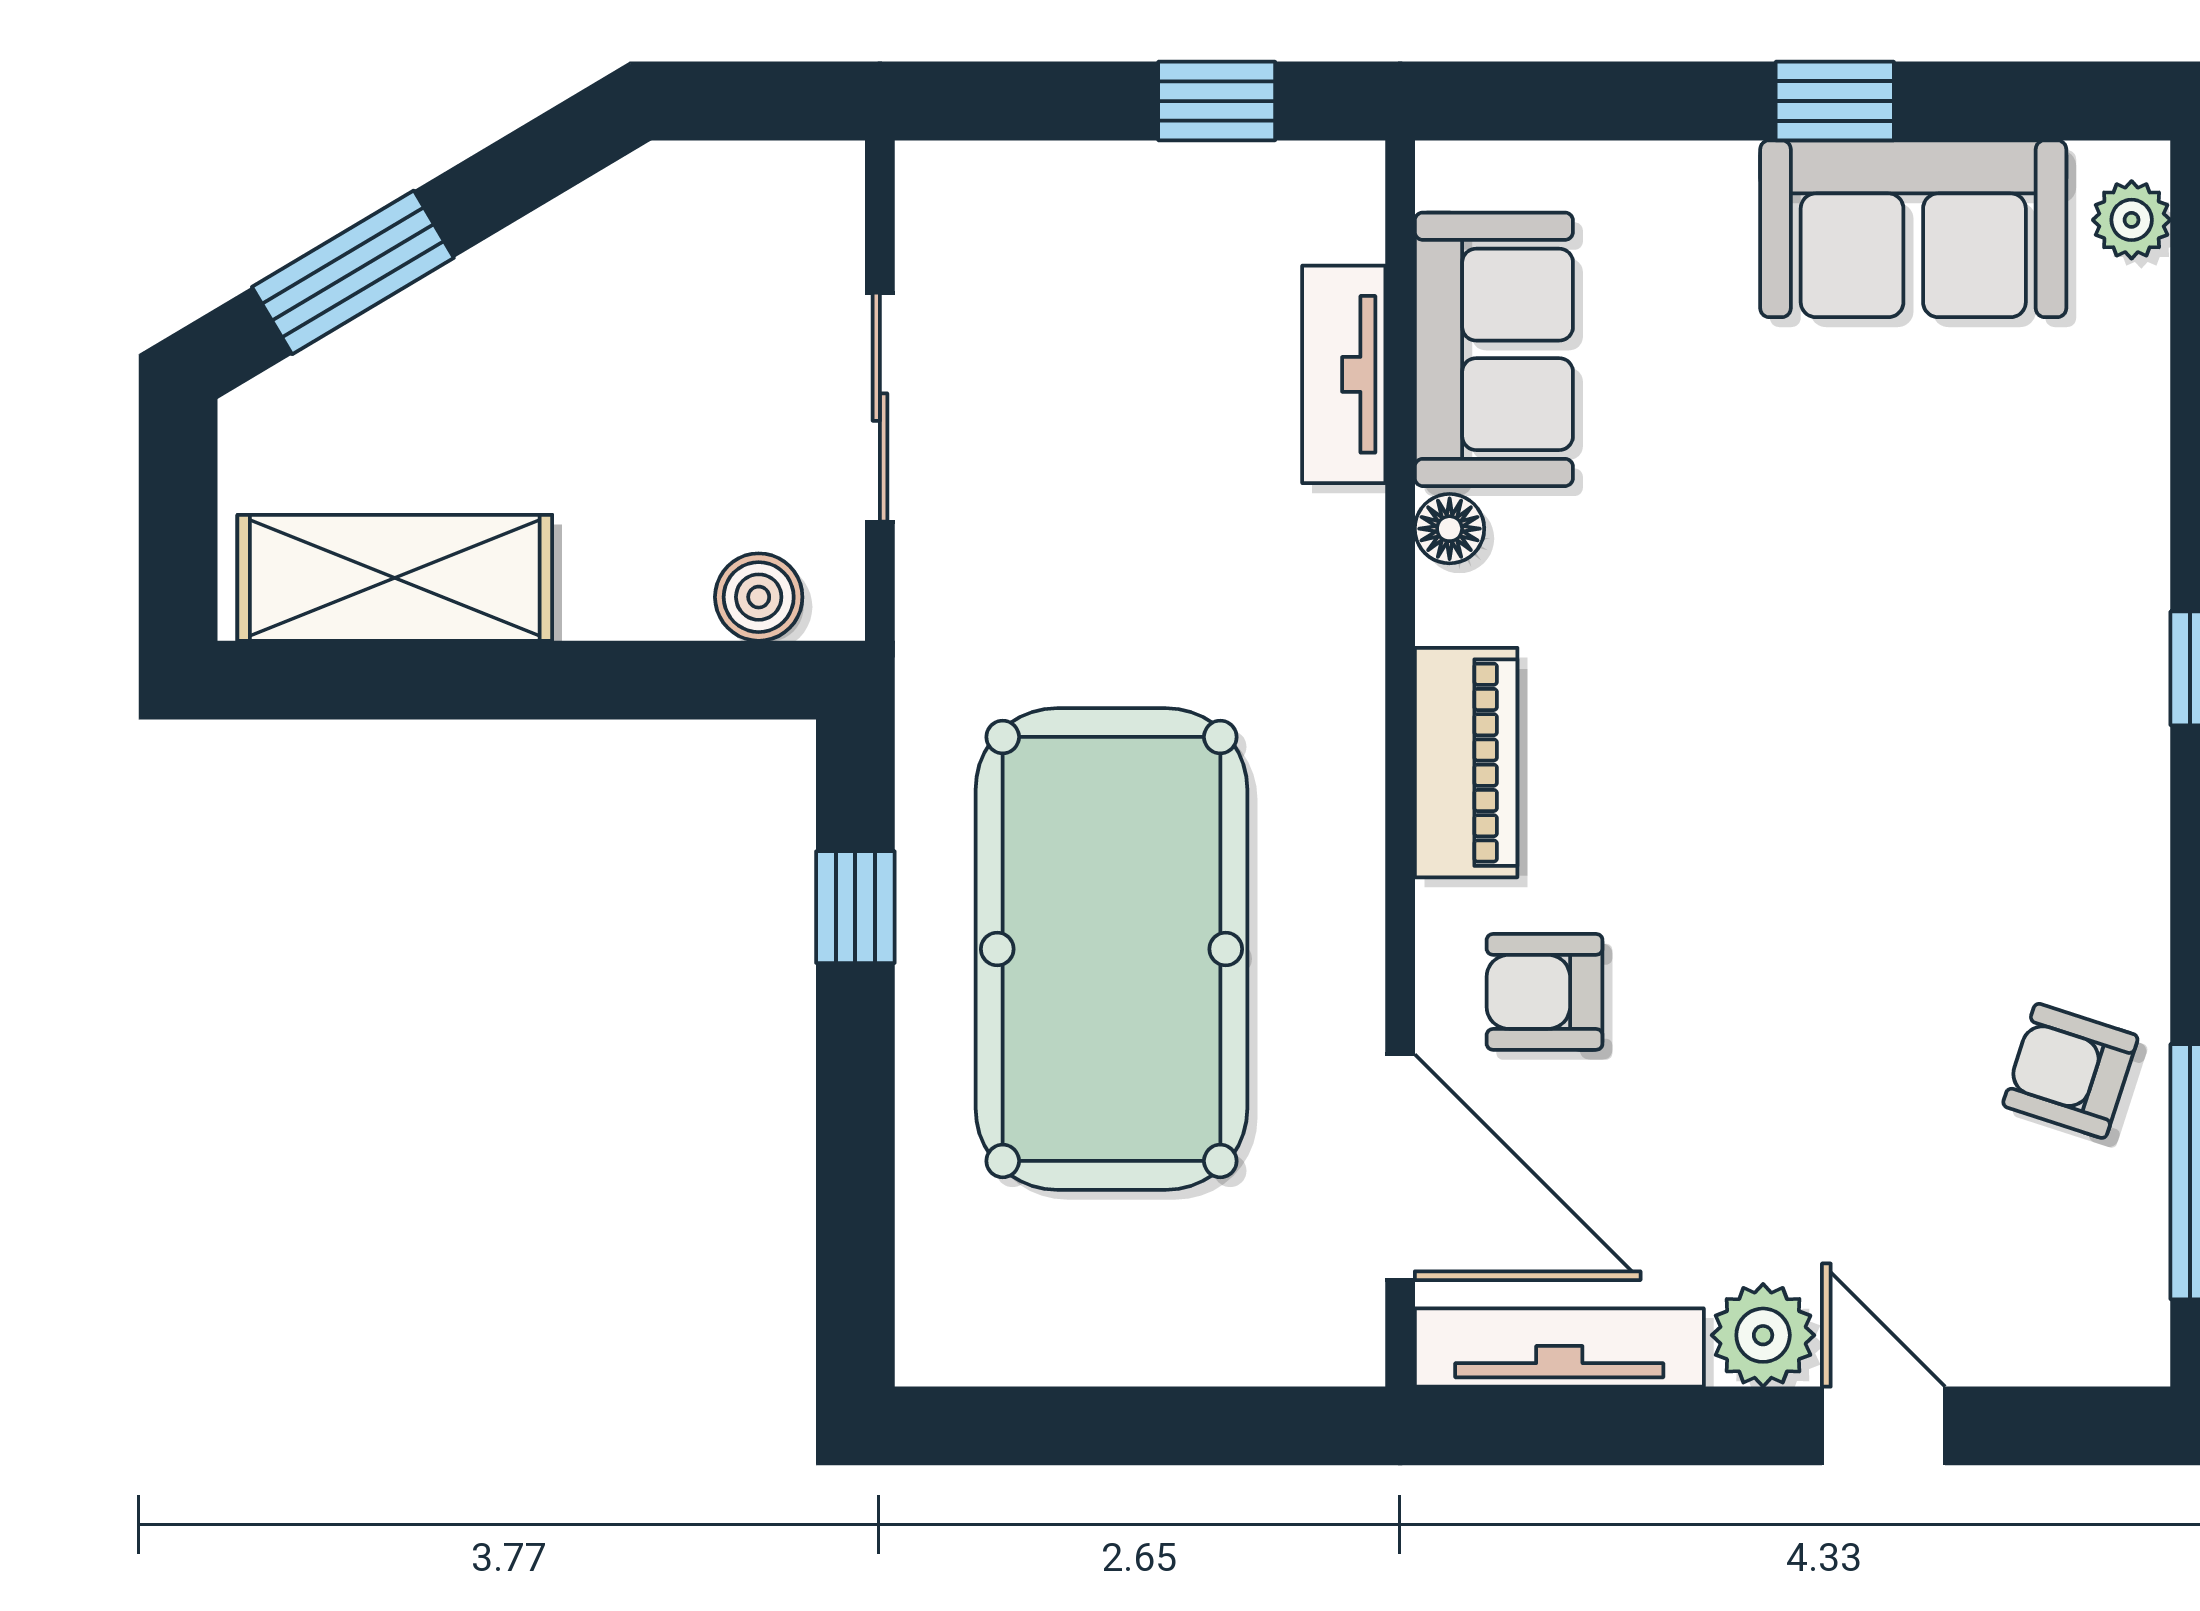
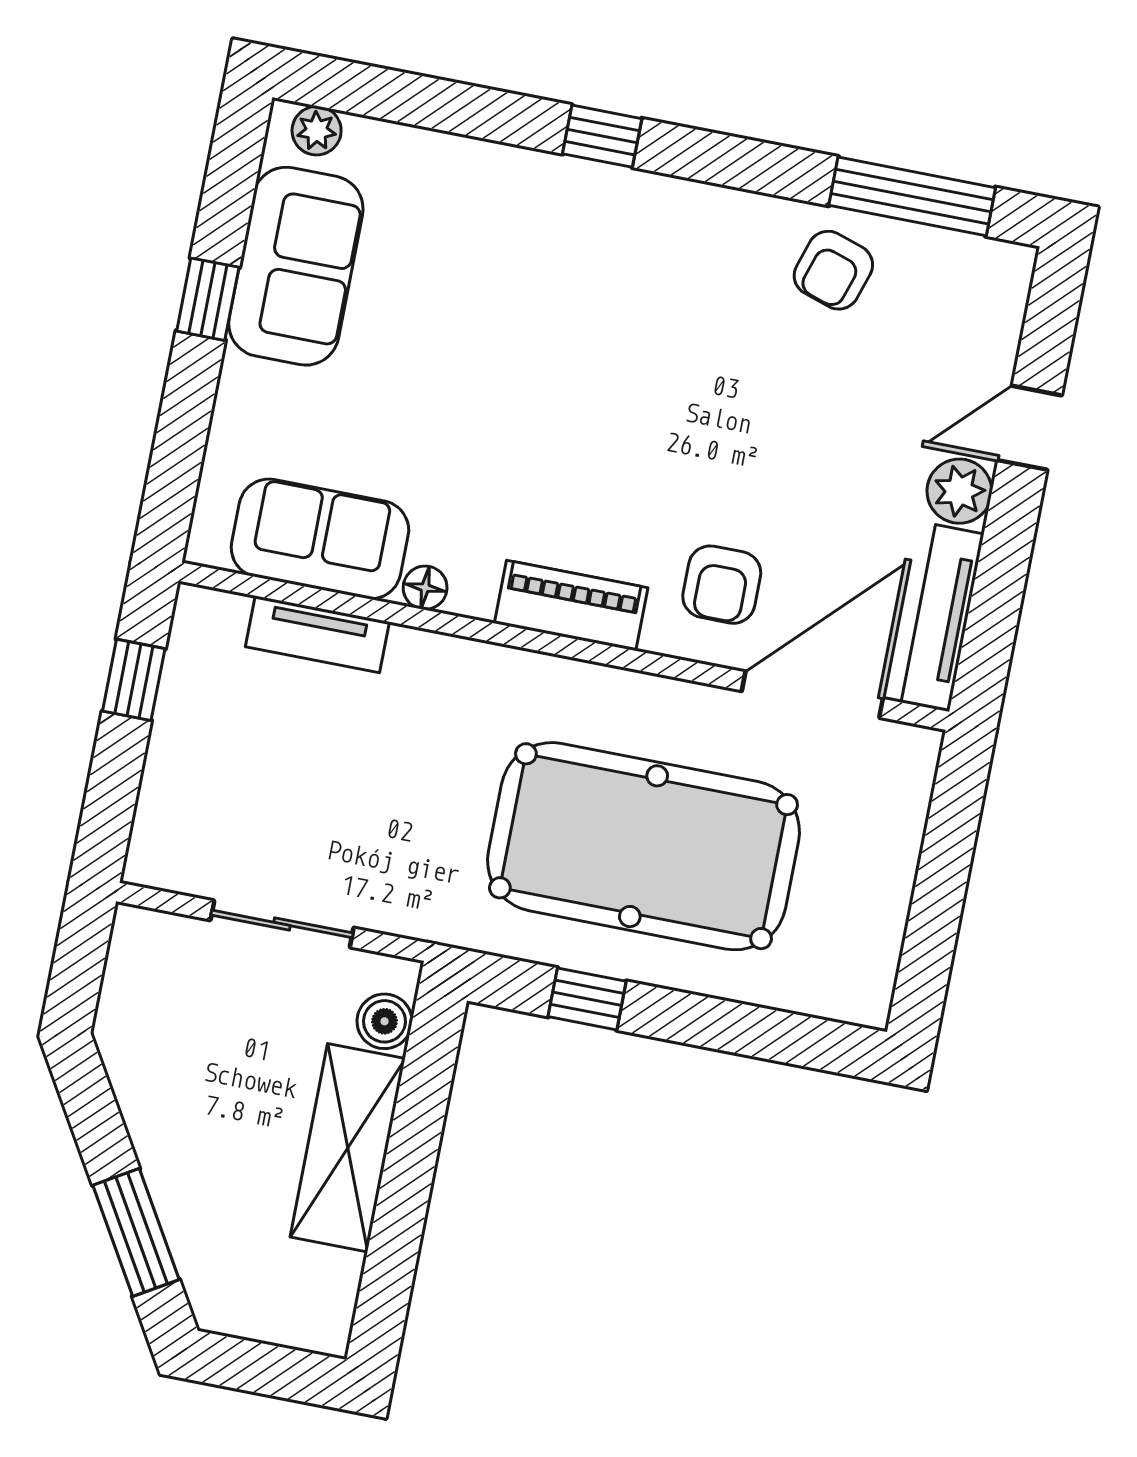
shelving: (395, 578) -> (348, 1148), moved

